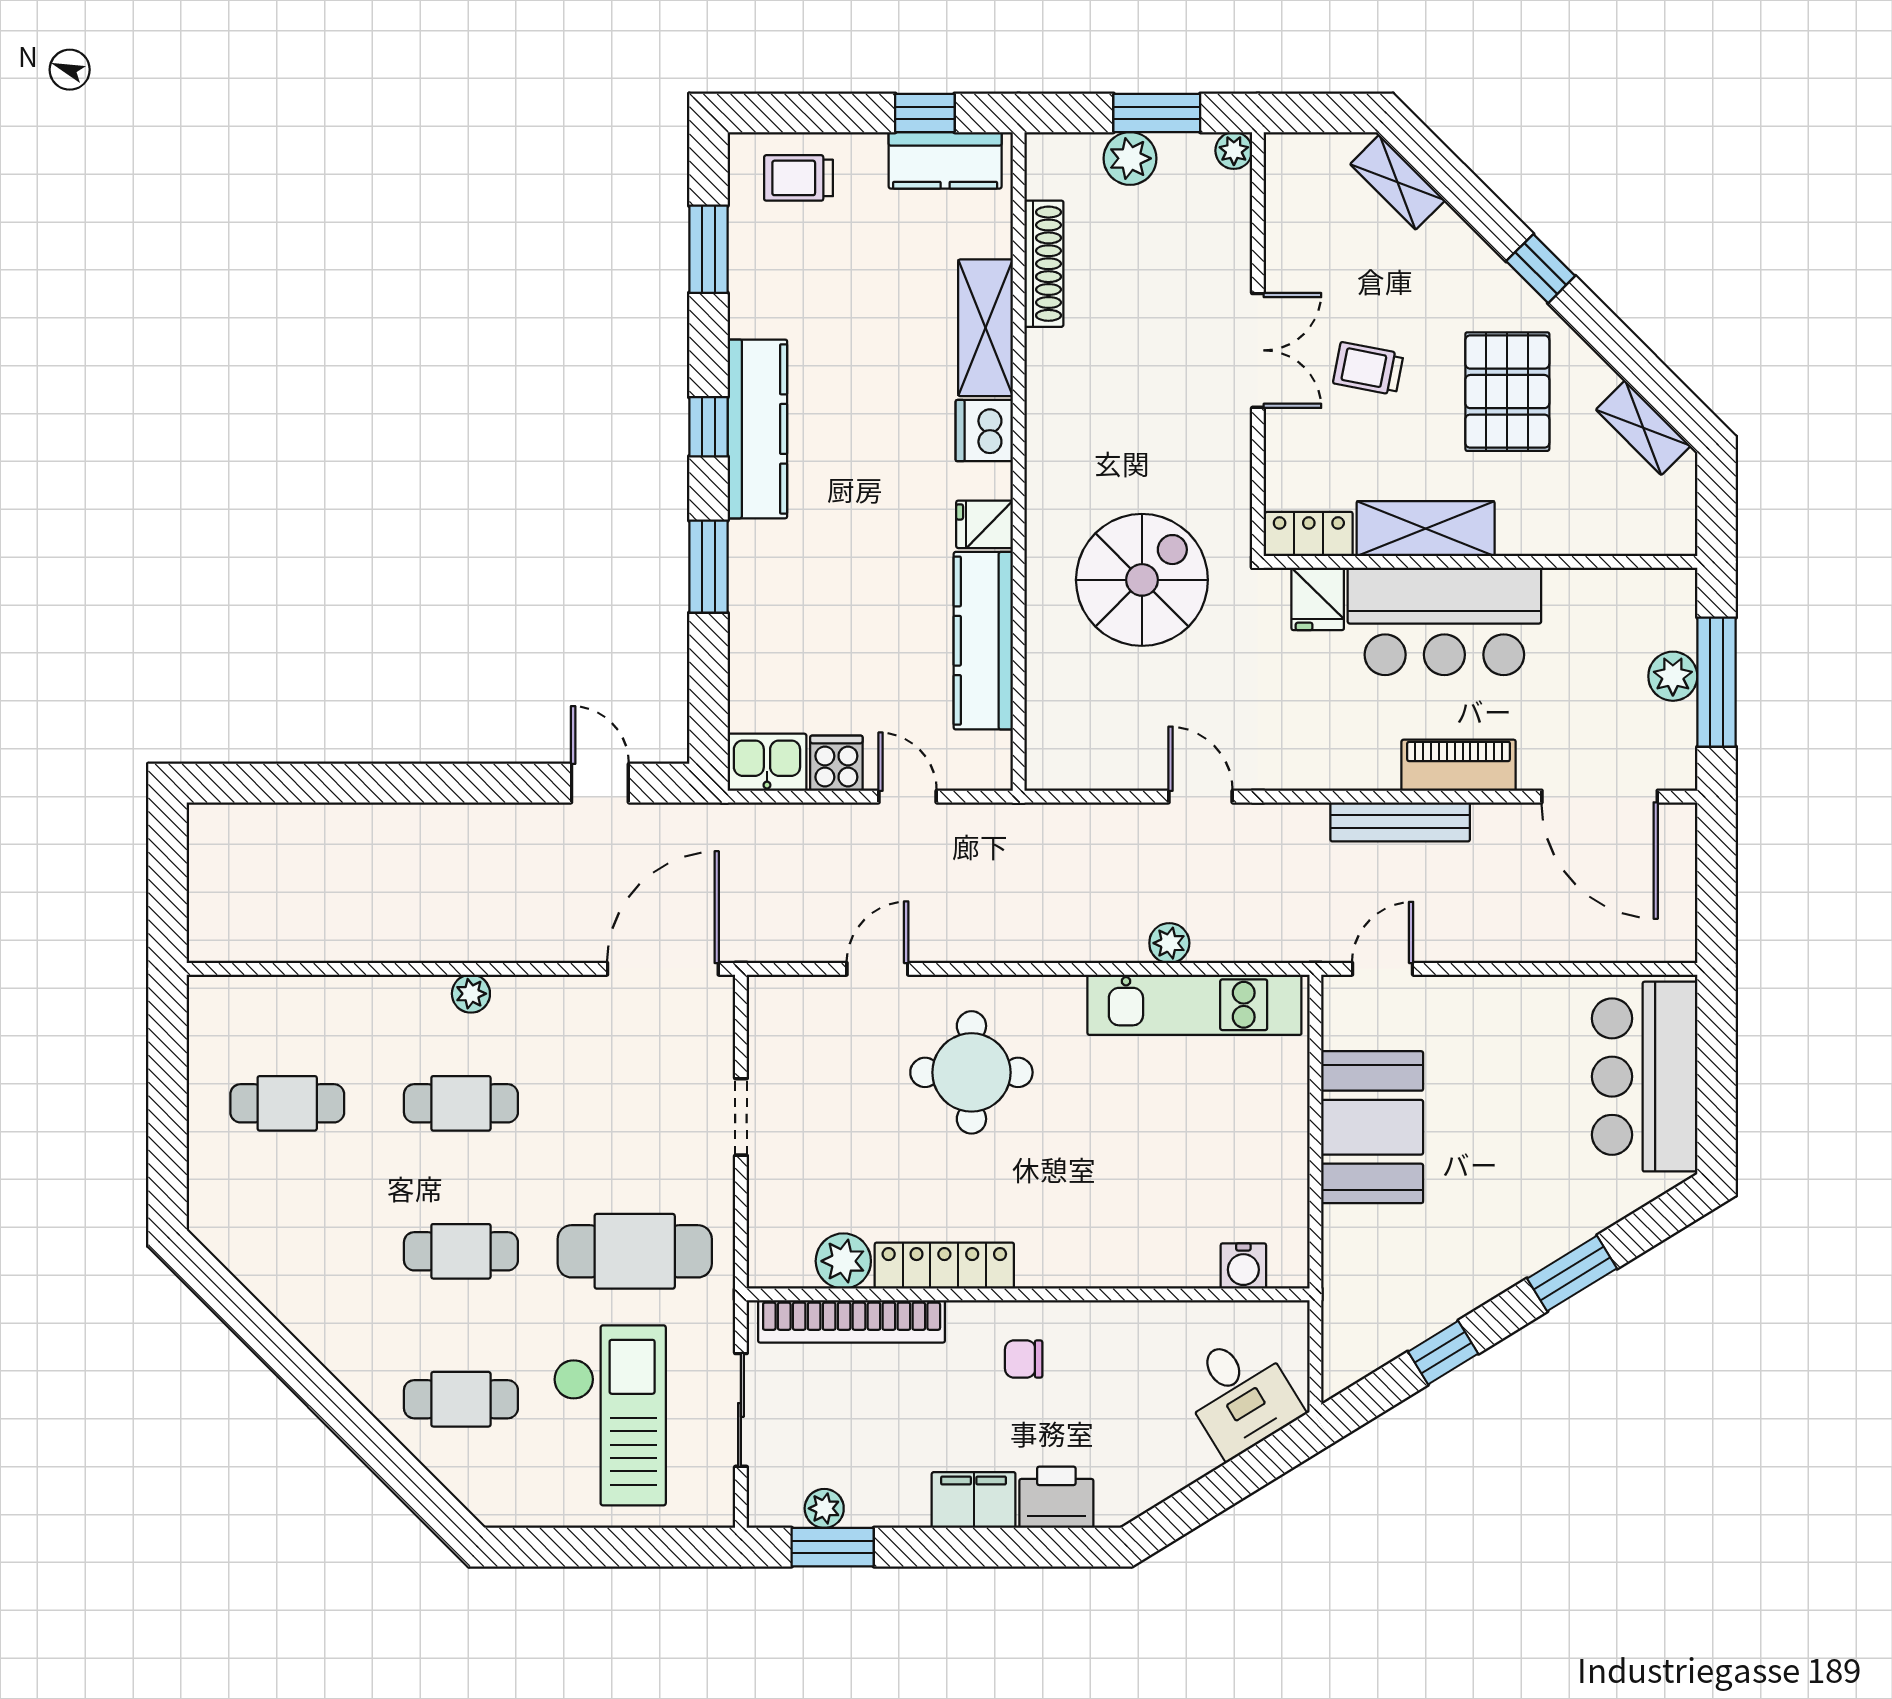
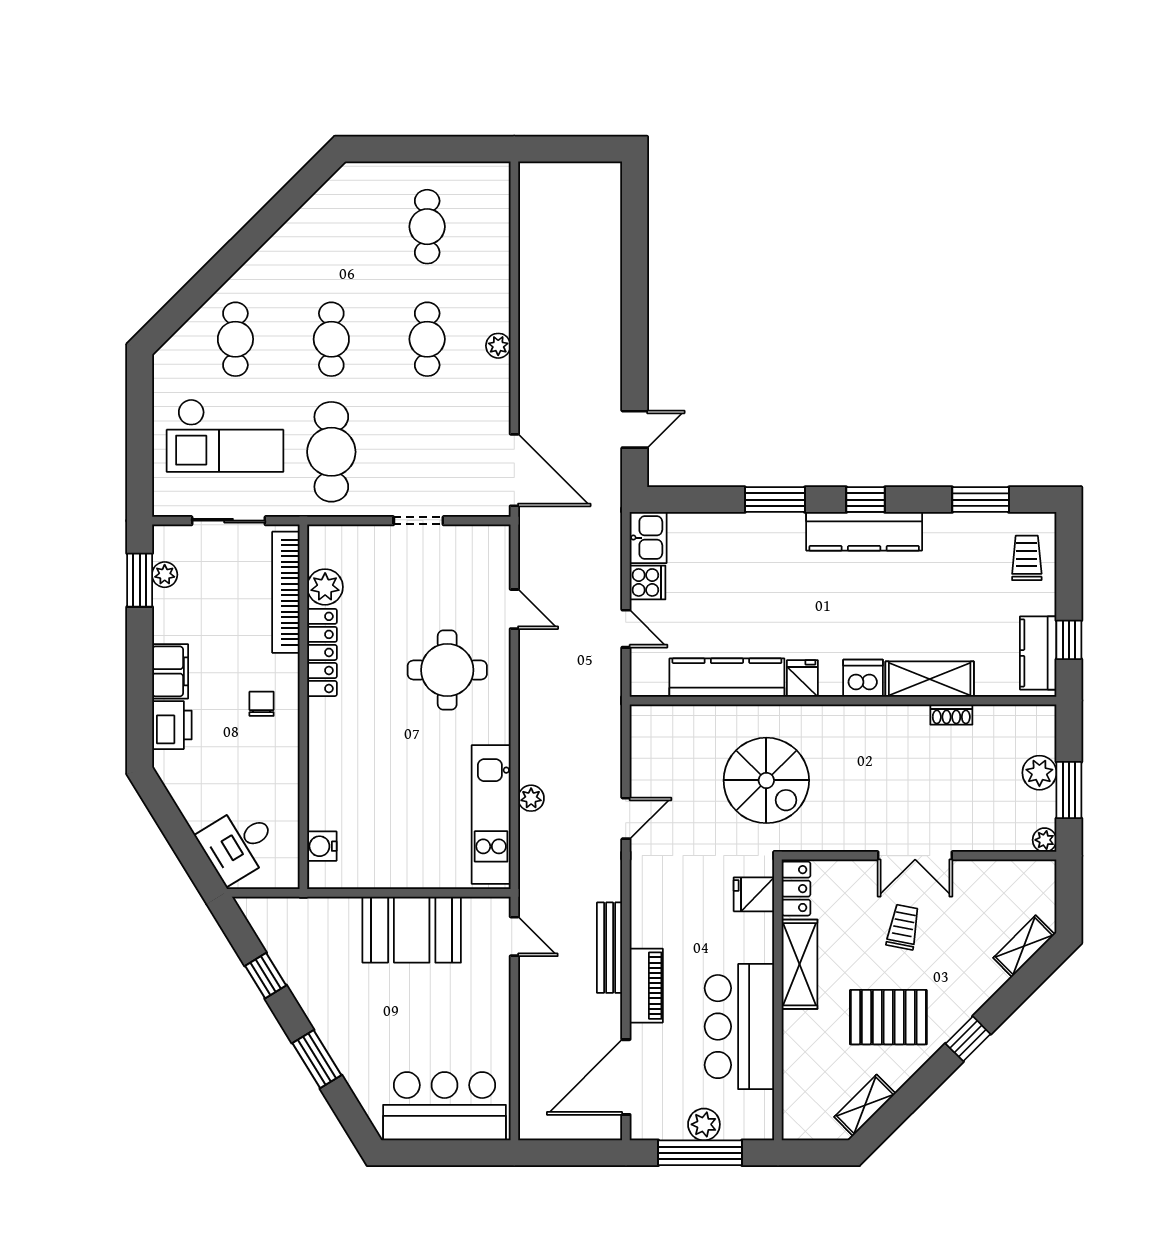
shoe rack: (1044, 264) -> (951, 715), width x0.51, depth x0.81
bar counter: (1444, 621) -> (739, 1027), moved
door: (908, 797) -> (626, 629), hinge flipped

